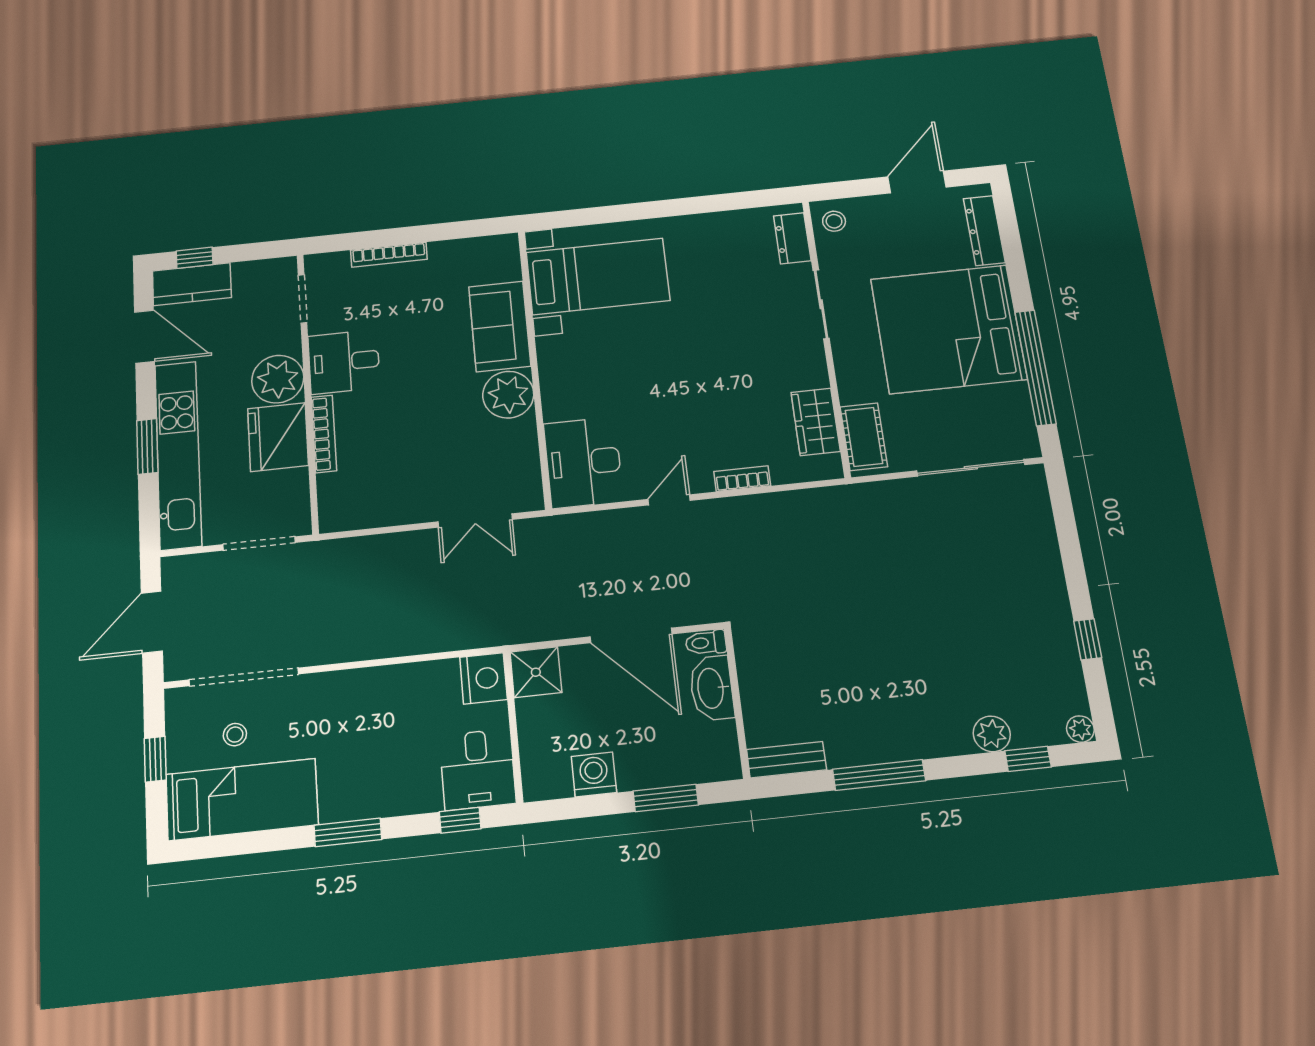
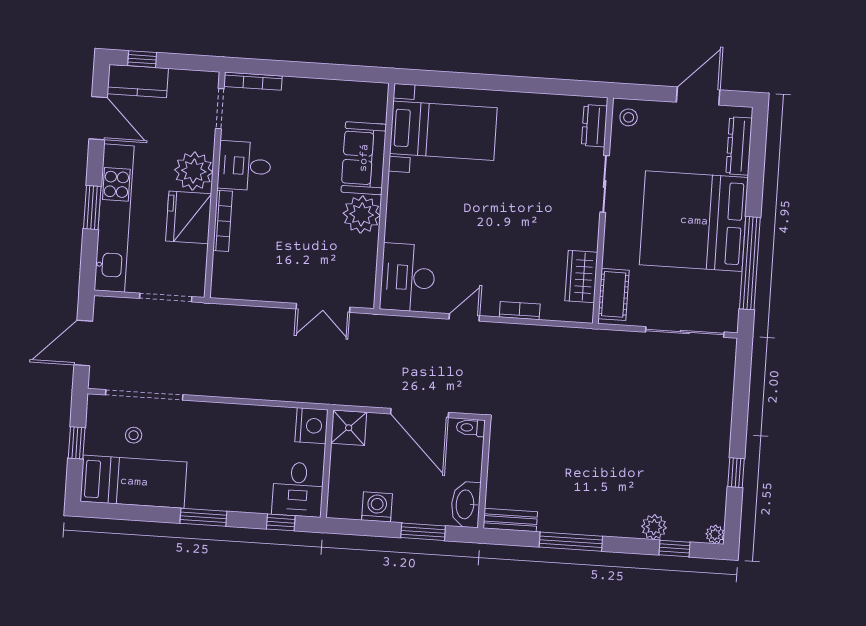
bookcase: (389, 255) -> (253, 81), moved
washbasin: (712, 688) -> (466, 504), moved

